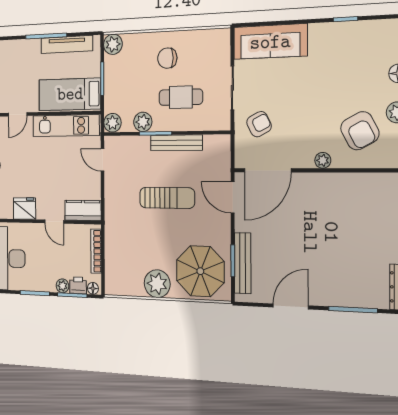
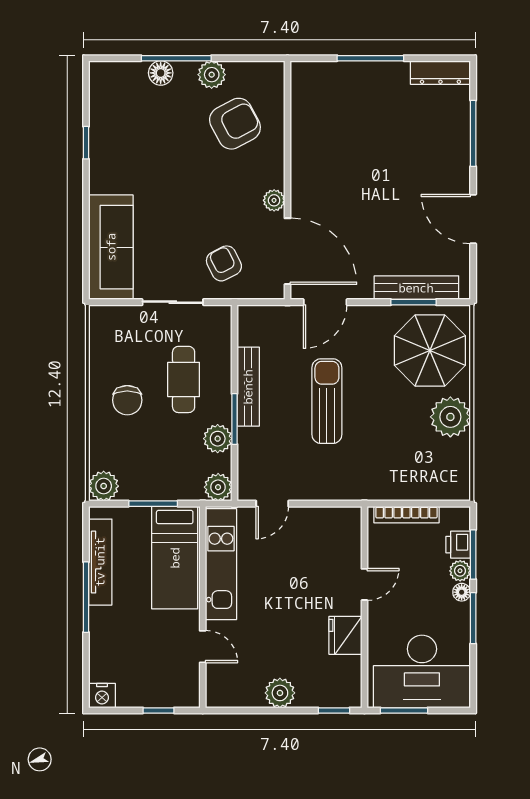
plant: (323, 160) -> (274, 200), moved
kitchen counter: (83, 210) -> (347, 536), removed
floor lamp: (93, 288) -> (462, 592), moved

